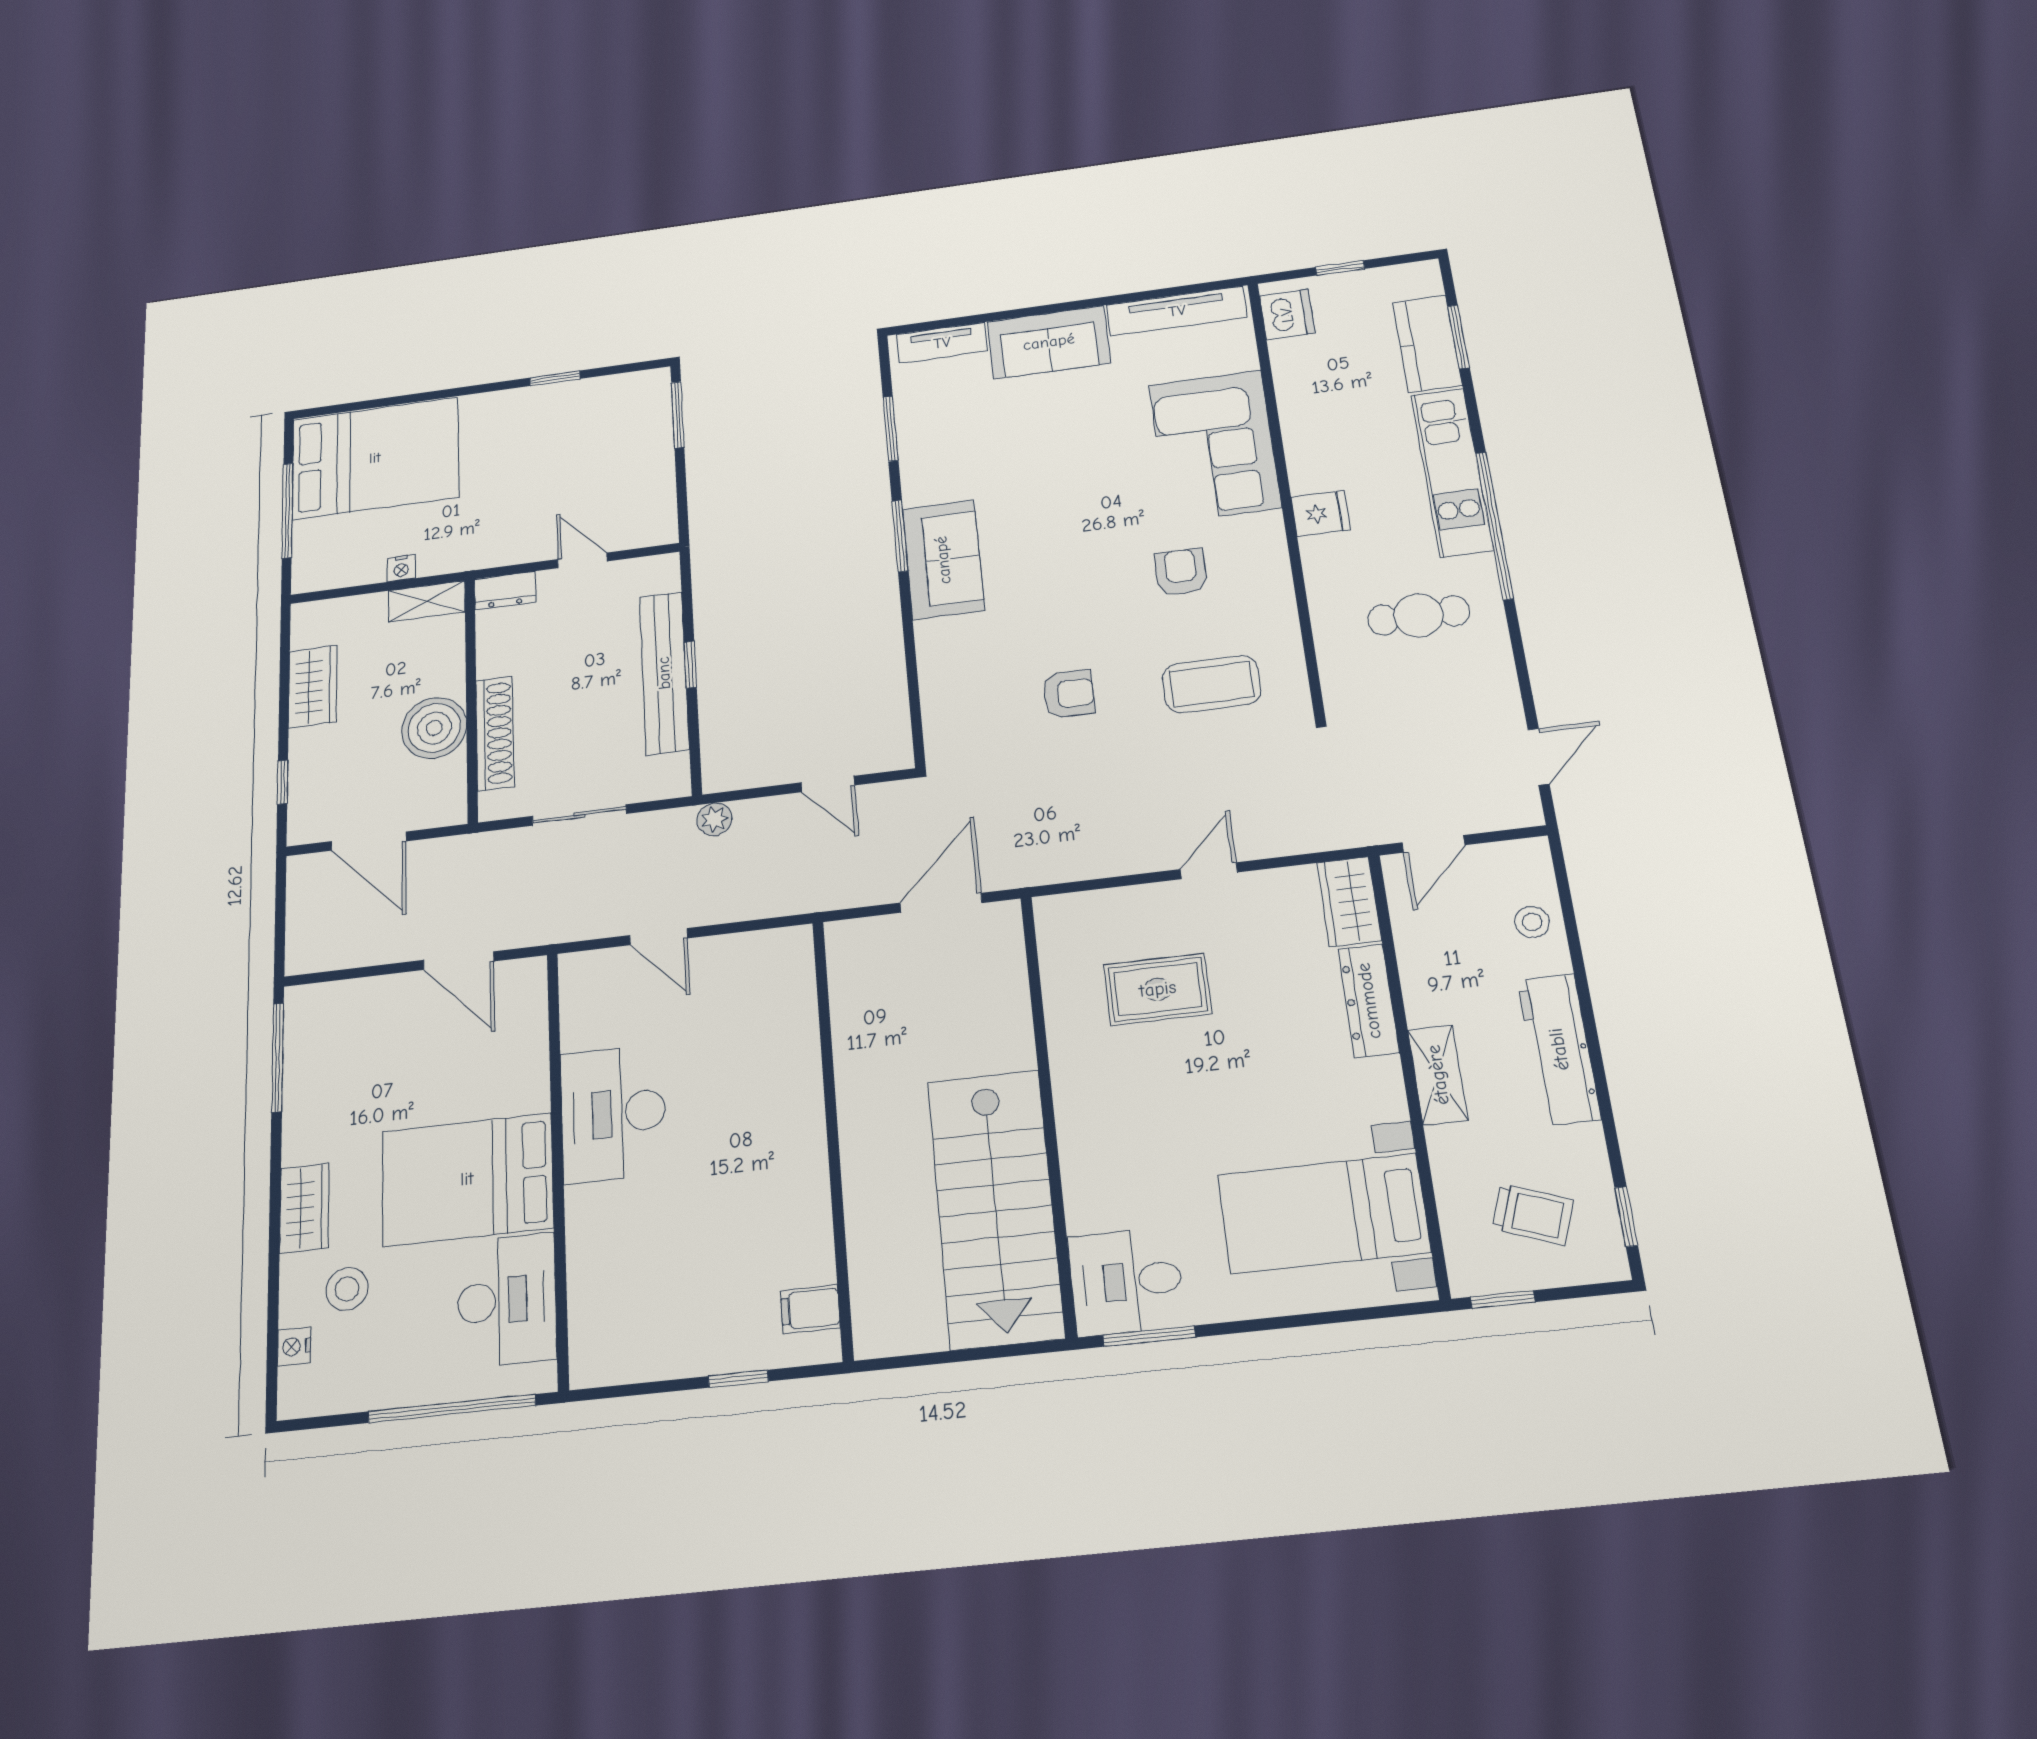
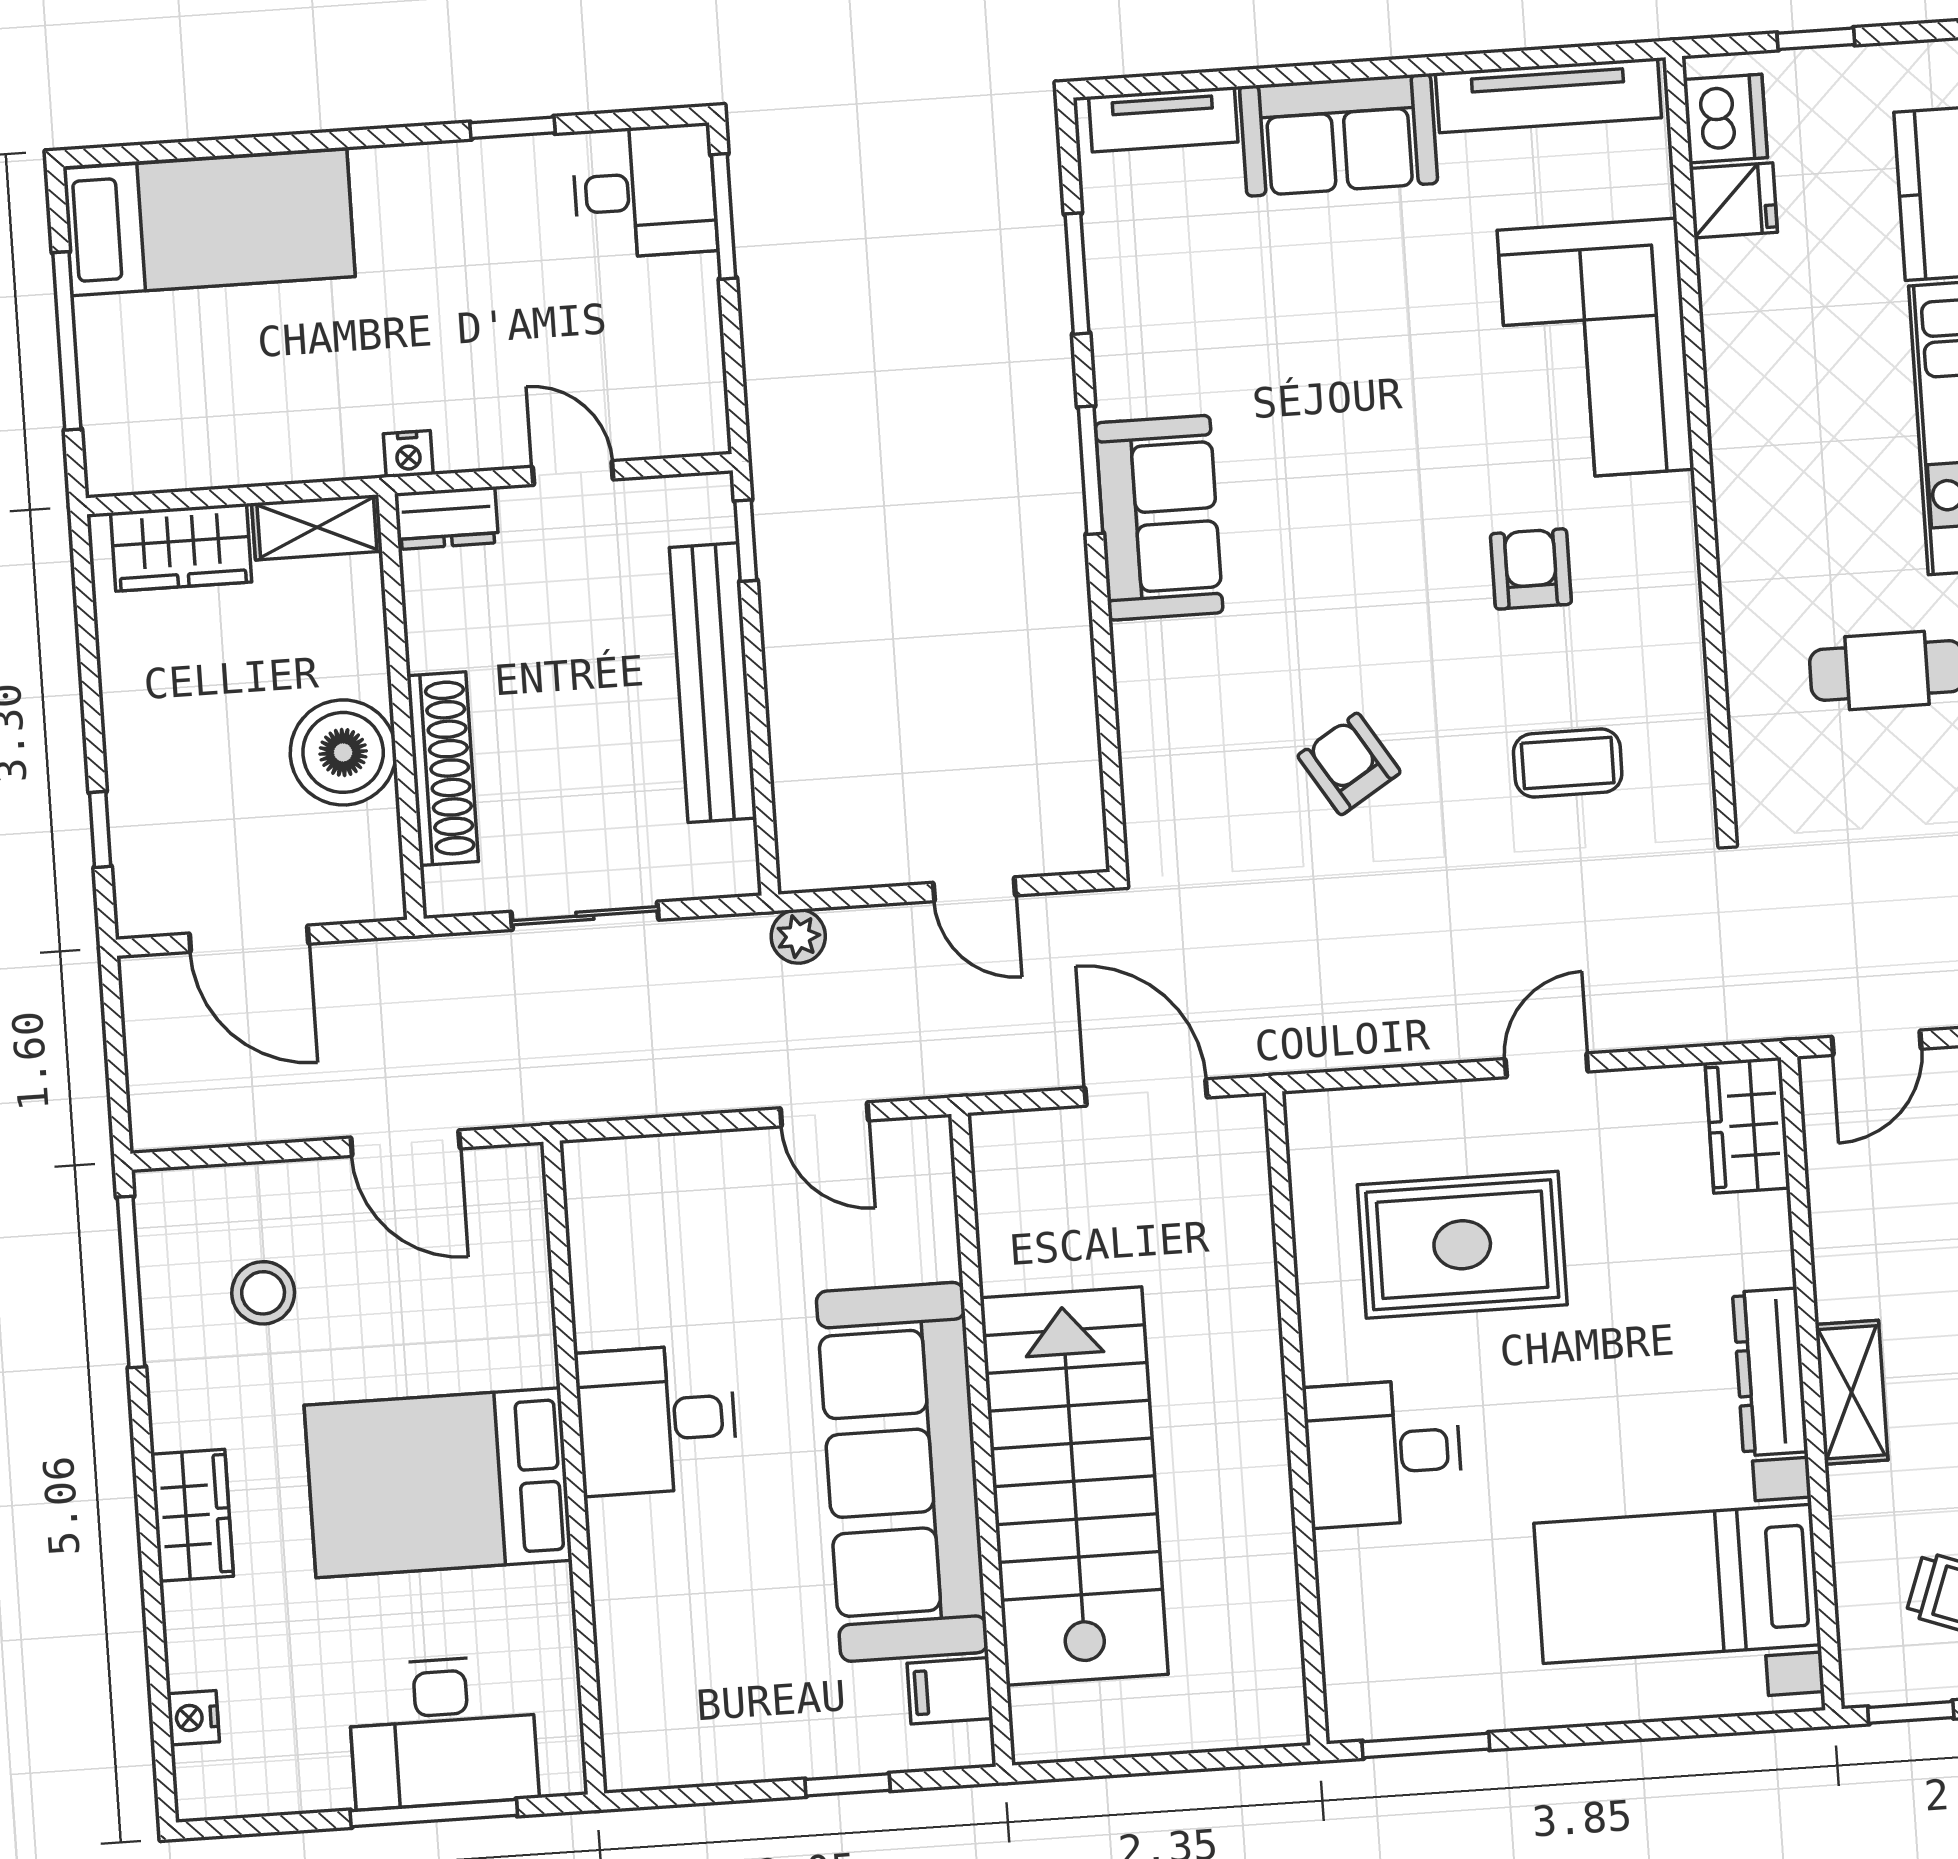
desk: (631, 405) -> (644, 191), added
bed: (375, 458) -> (209, 222), width x0.67
fridge: (1321, 513) -> (1733, 200), moved
nightstand: (401, 568) -> (408, 454), moved
window: (690, 665) -> (746, 541), moved
coffee table: (1212, 684) -> (1568, 763), width x0.73, depth x0.77
wardrobe: (313, 686) -> (181, 547), moved, turned 90
armchair: (1069, 694) -> (1349, 764), turned -122
door: (941, 903) -> (1146, 1093), hinge flipped
door: (659, 937) -> (824, 1114), moved
rug: (1158, 989) -> (1462, 1245), width x1.36, depth x1.43
dresser: (1369, 1001) -> (1770, 1372), moved
desk: (613, 1113) -> (656, 1420), width x0.73
sofa: (778, 1159) -> (902, 1472), added
stairs: (995, 1208) -> (1074, 1486), moved, turned 180
desk: (1126, 1281) -> (1383, 1453), moved
stool: (347, 1289) -> (263, 1293), moved
desk: (507, 1300) -> (443, 1732), moved, turned 90
window: (452, 1408) -> (434, 1813), width x0.68

